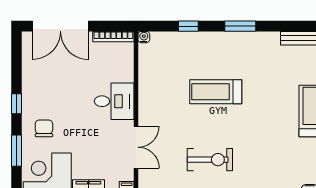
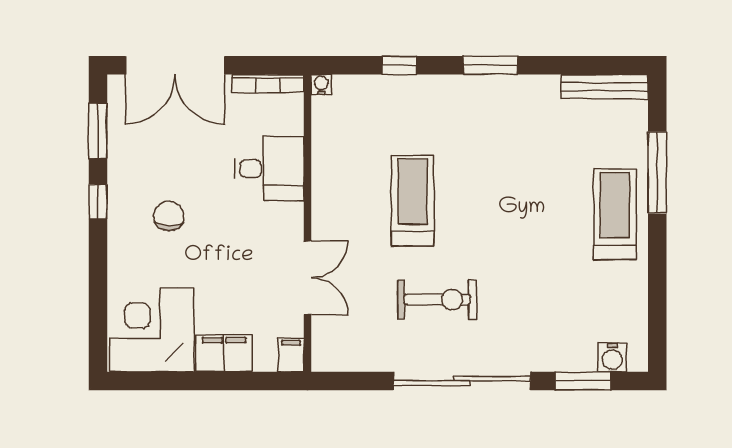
treadmill: (216, 92) -> (413, 201), moved, turned 90
desk: (114, 101) -> (269, 169), moved
chair: (44, 128) -> (169, 216), moved
window: (17, 151) -> (98, 131), moved

